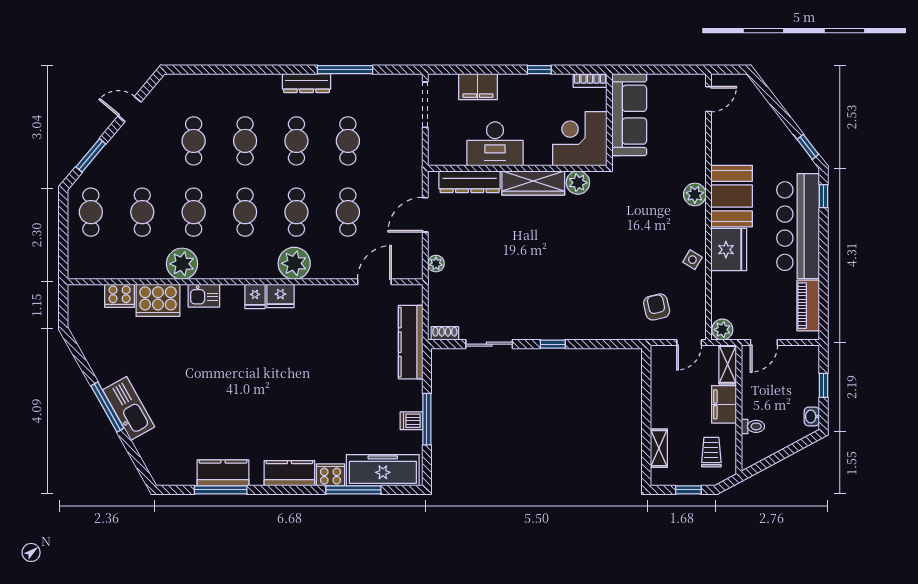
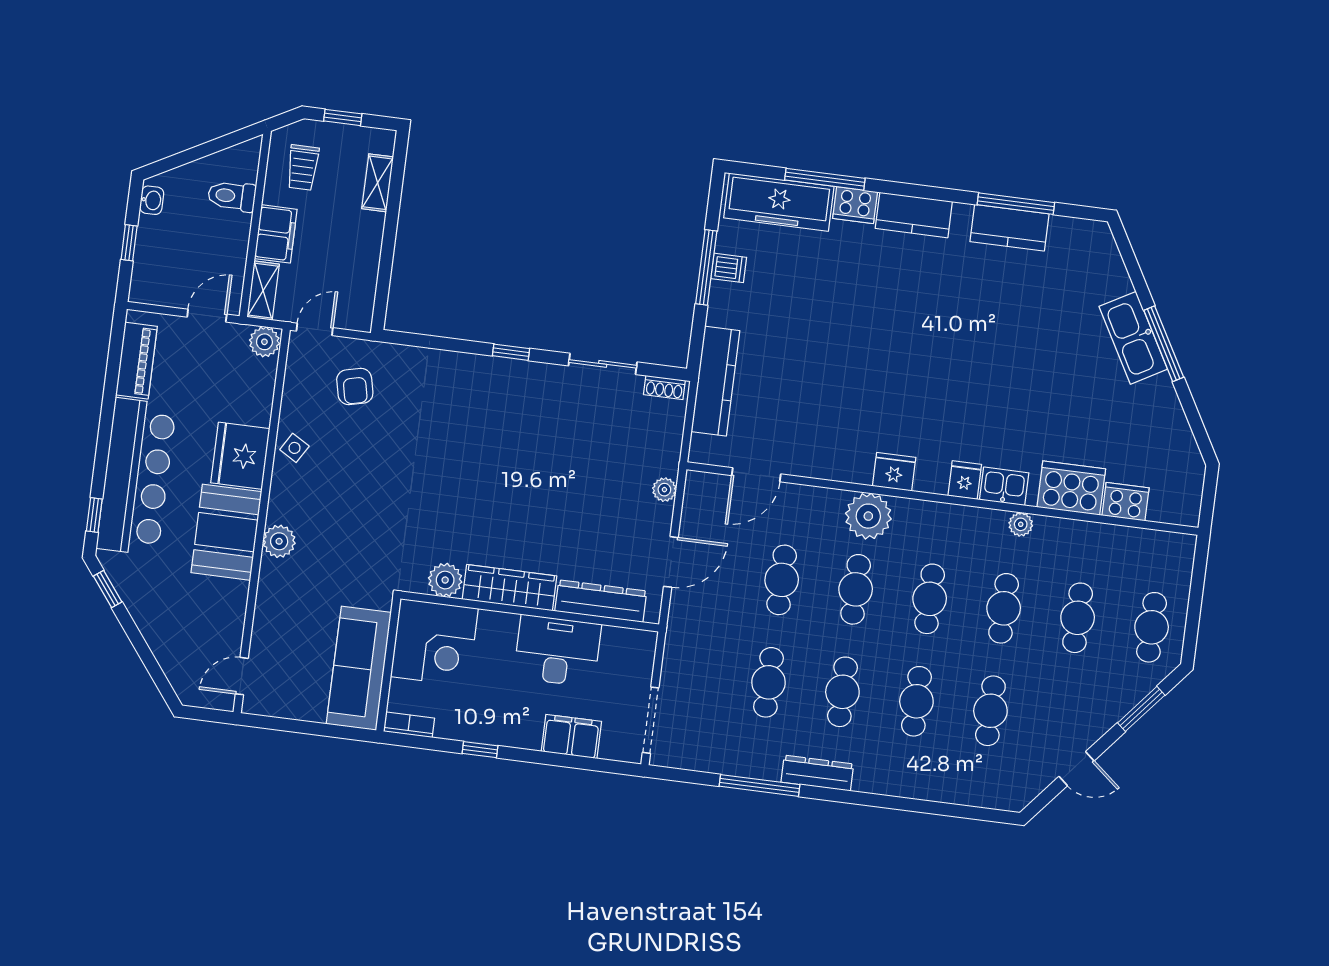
plant: (182, 264) -> (1021, 524), width x0.53, depth x0.53
fridge: (255, 296) -> (965, 480), moved
toilet: (753, 426) -> (232, 196), width x1.37, depth x1.39

